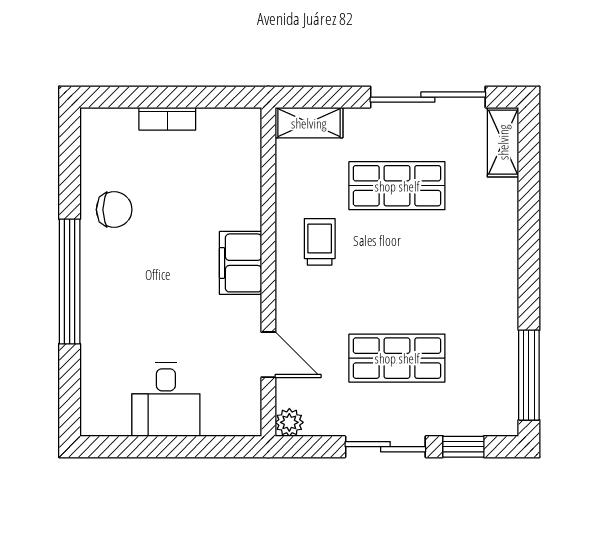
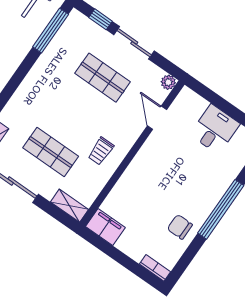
bookcase: (167, 119) -> (155, 268), moved
filing cabinet: (241, 263) -> (105, 227), moved, turned -90

